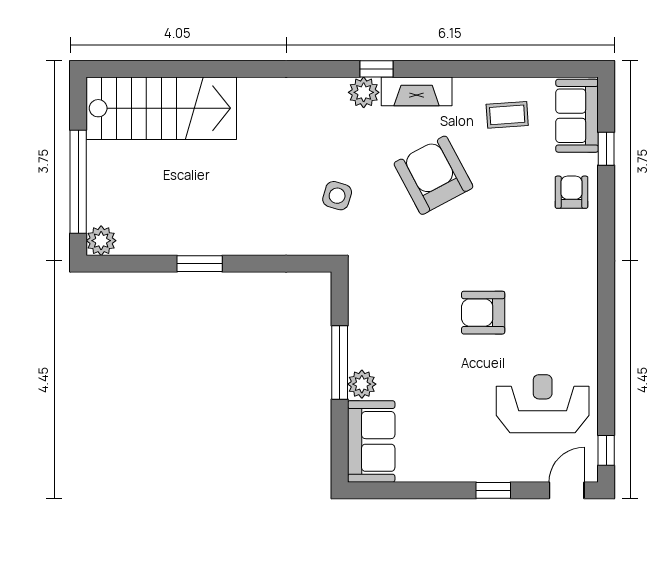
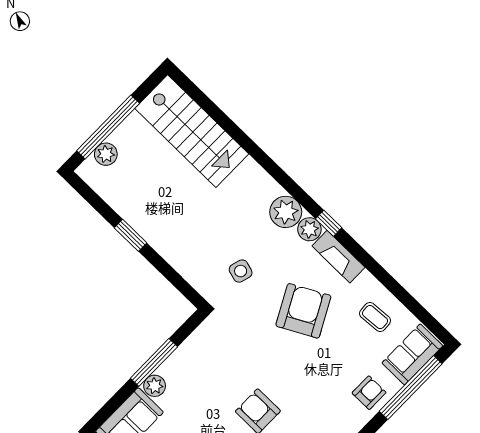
plant: (325, 98) -> (286, 212), added
window: (606, 149) -> (411, 388), width x3.17
plant: (101, 241) -> (106, 154), moved

